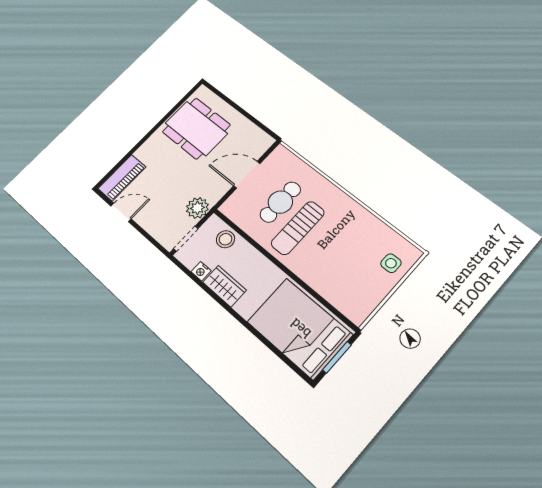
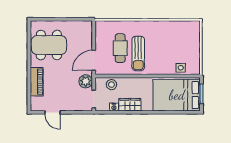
door: (247, 175) -> (94, 60), moved
piano: (122, 178) -> (37, 82), moved
door: (121, 212) -> (52, 112), swing flipped
side table: (391, 263) -> (181, 68), moved

